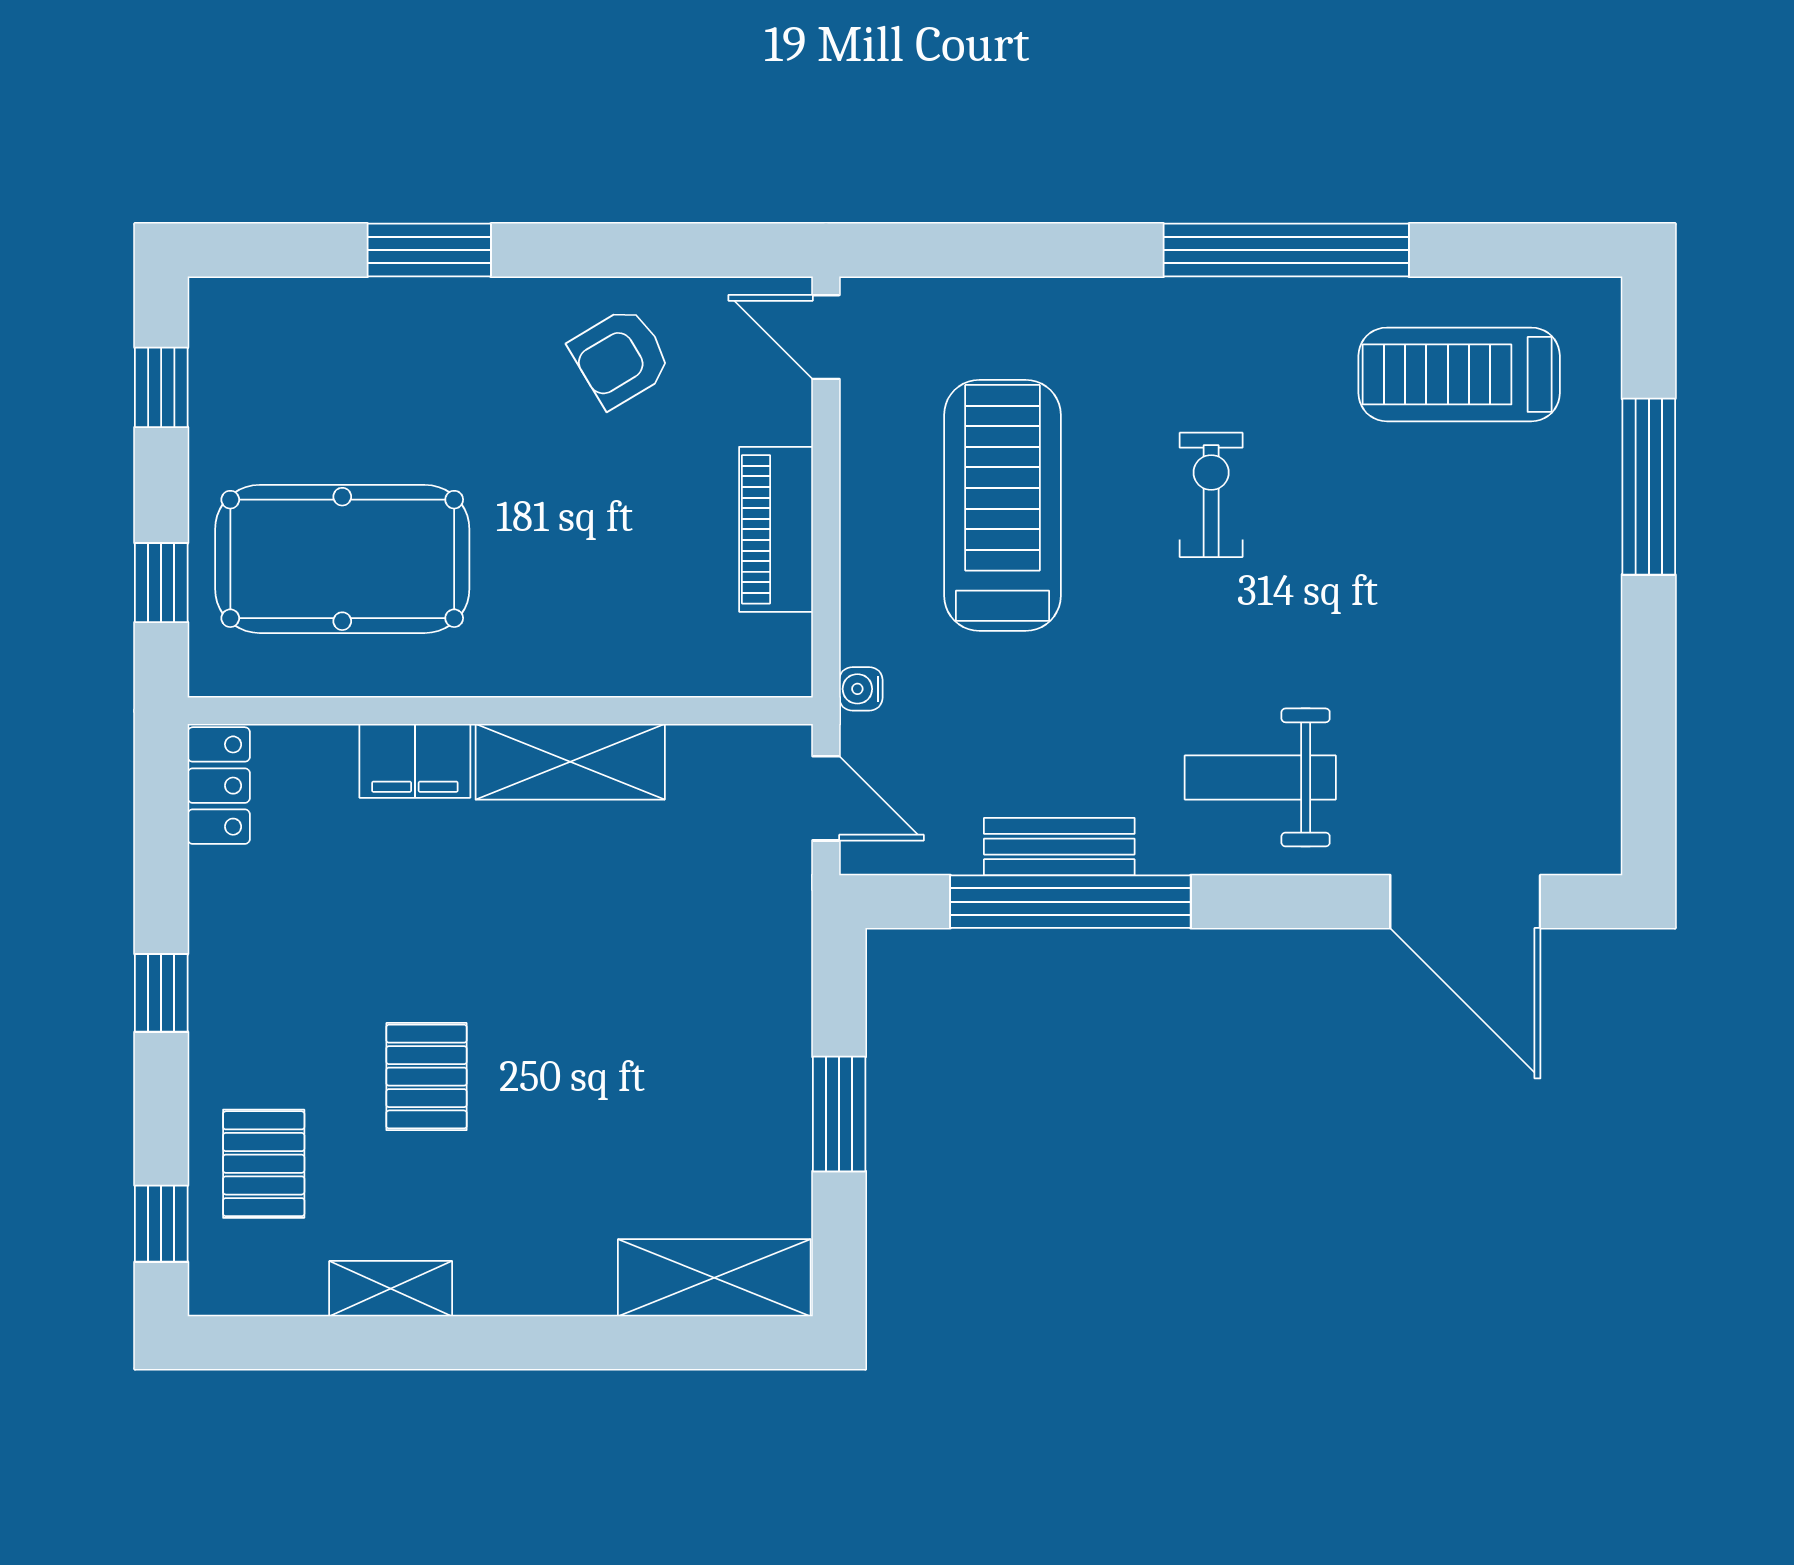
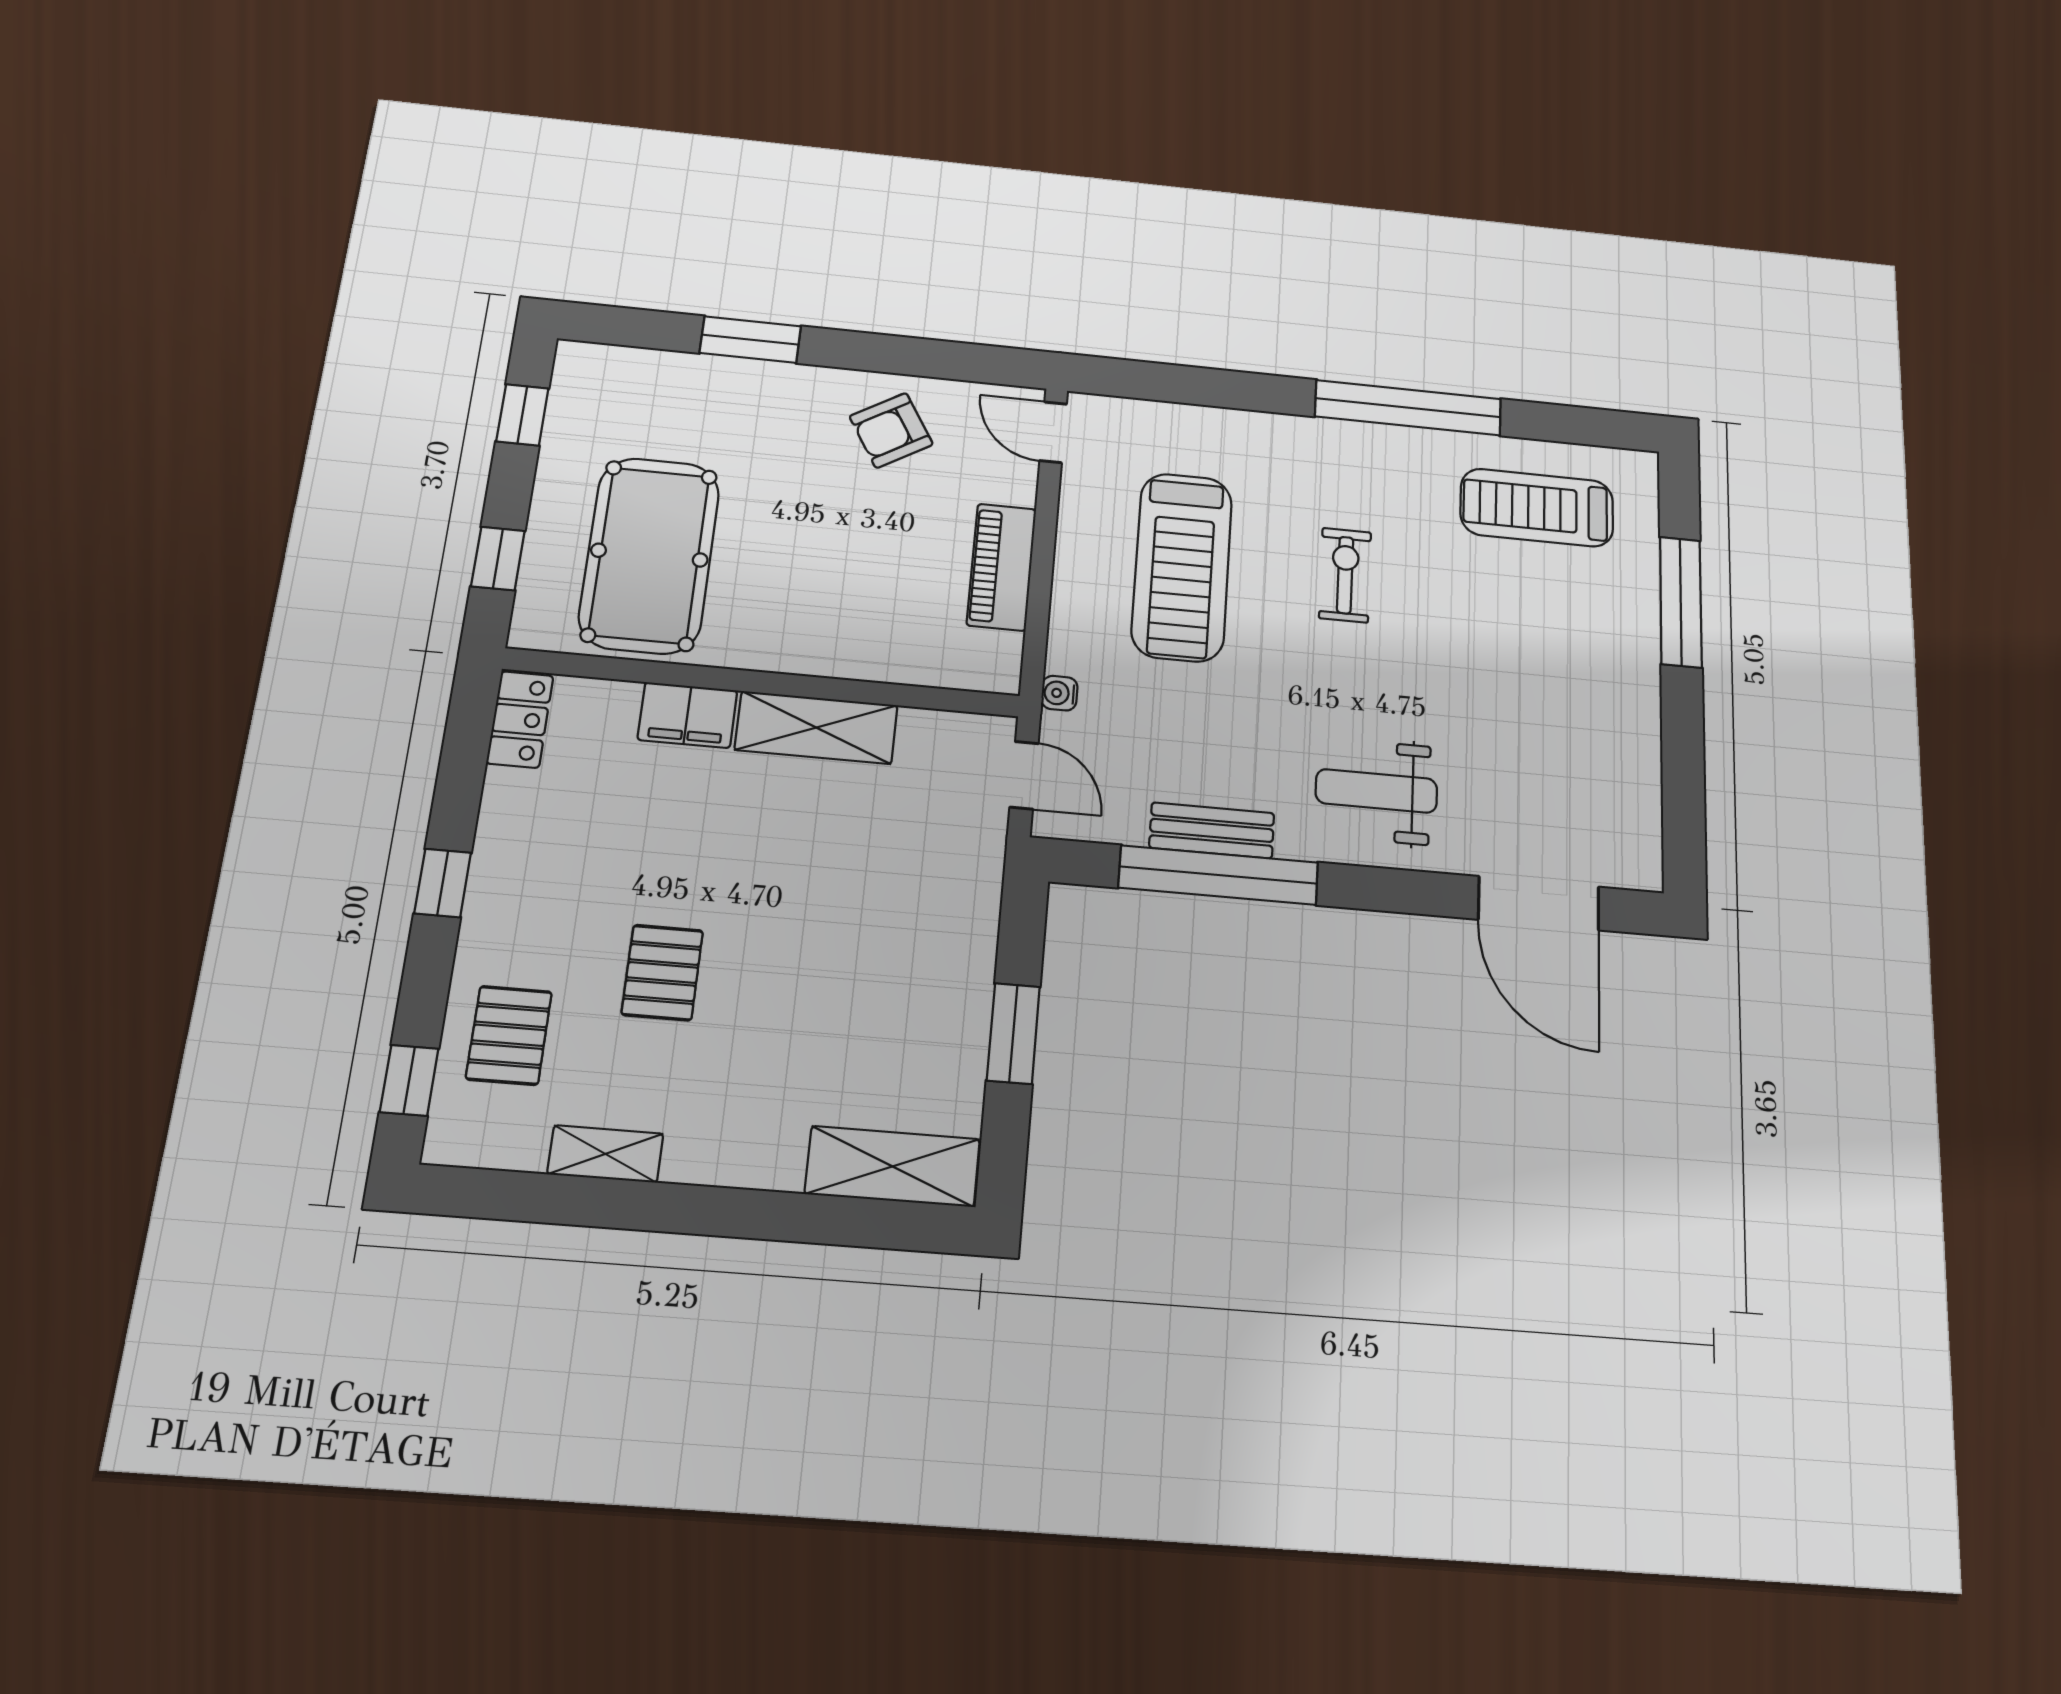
treadmill: (1002, 505) -> (1182, 567), turned 180
pool table: (342, 559) -> (649, 555), turned 90

